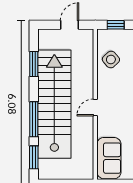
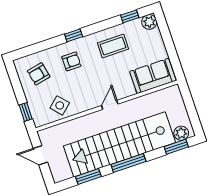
door: (95, 107) -> (110, 105), swing flipped
window: (34, 119) -> (128, 163), moved
plant: (45, 167) -> (181, 133), added

